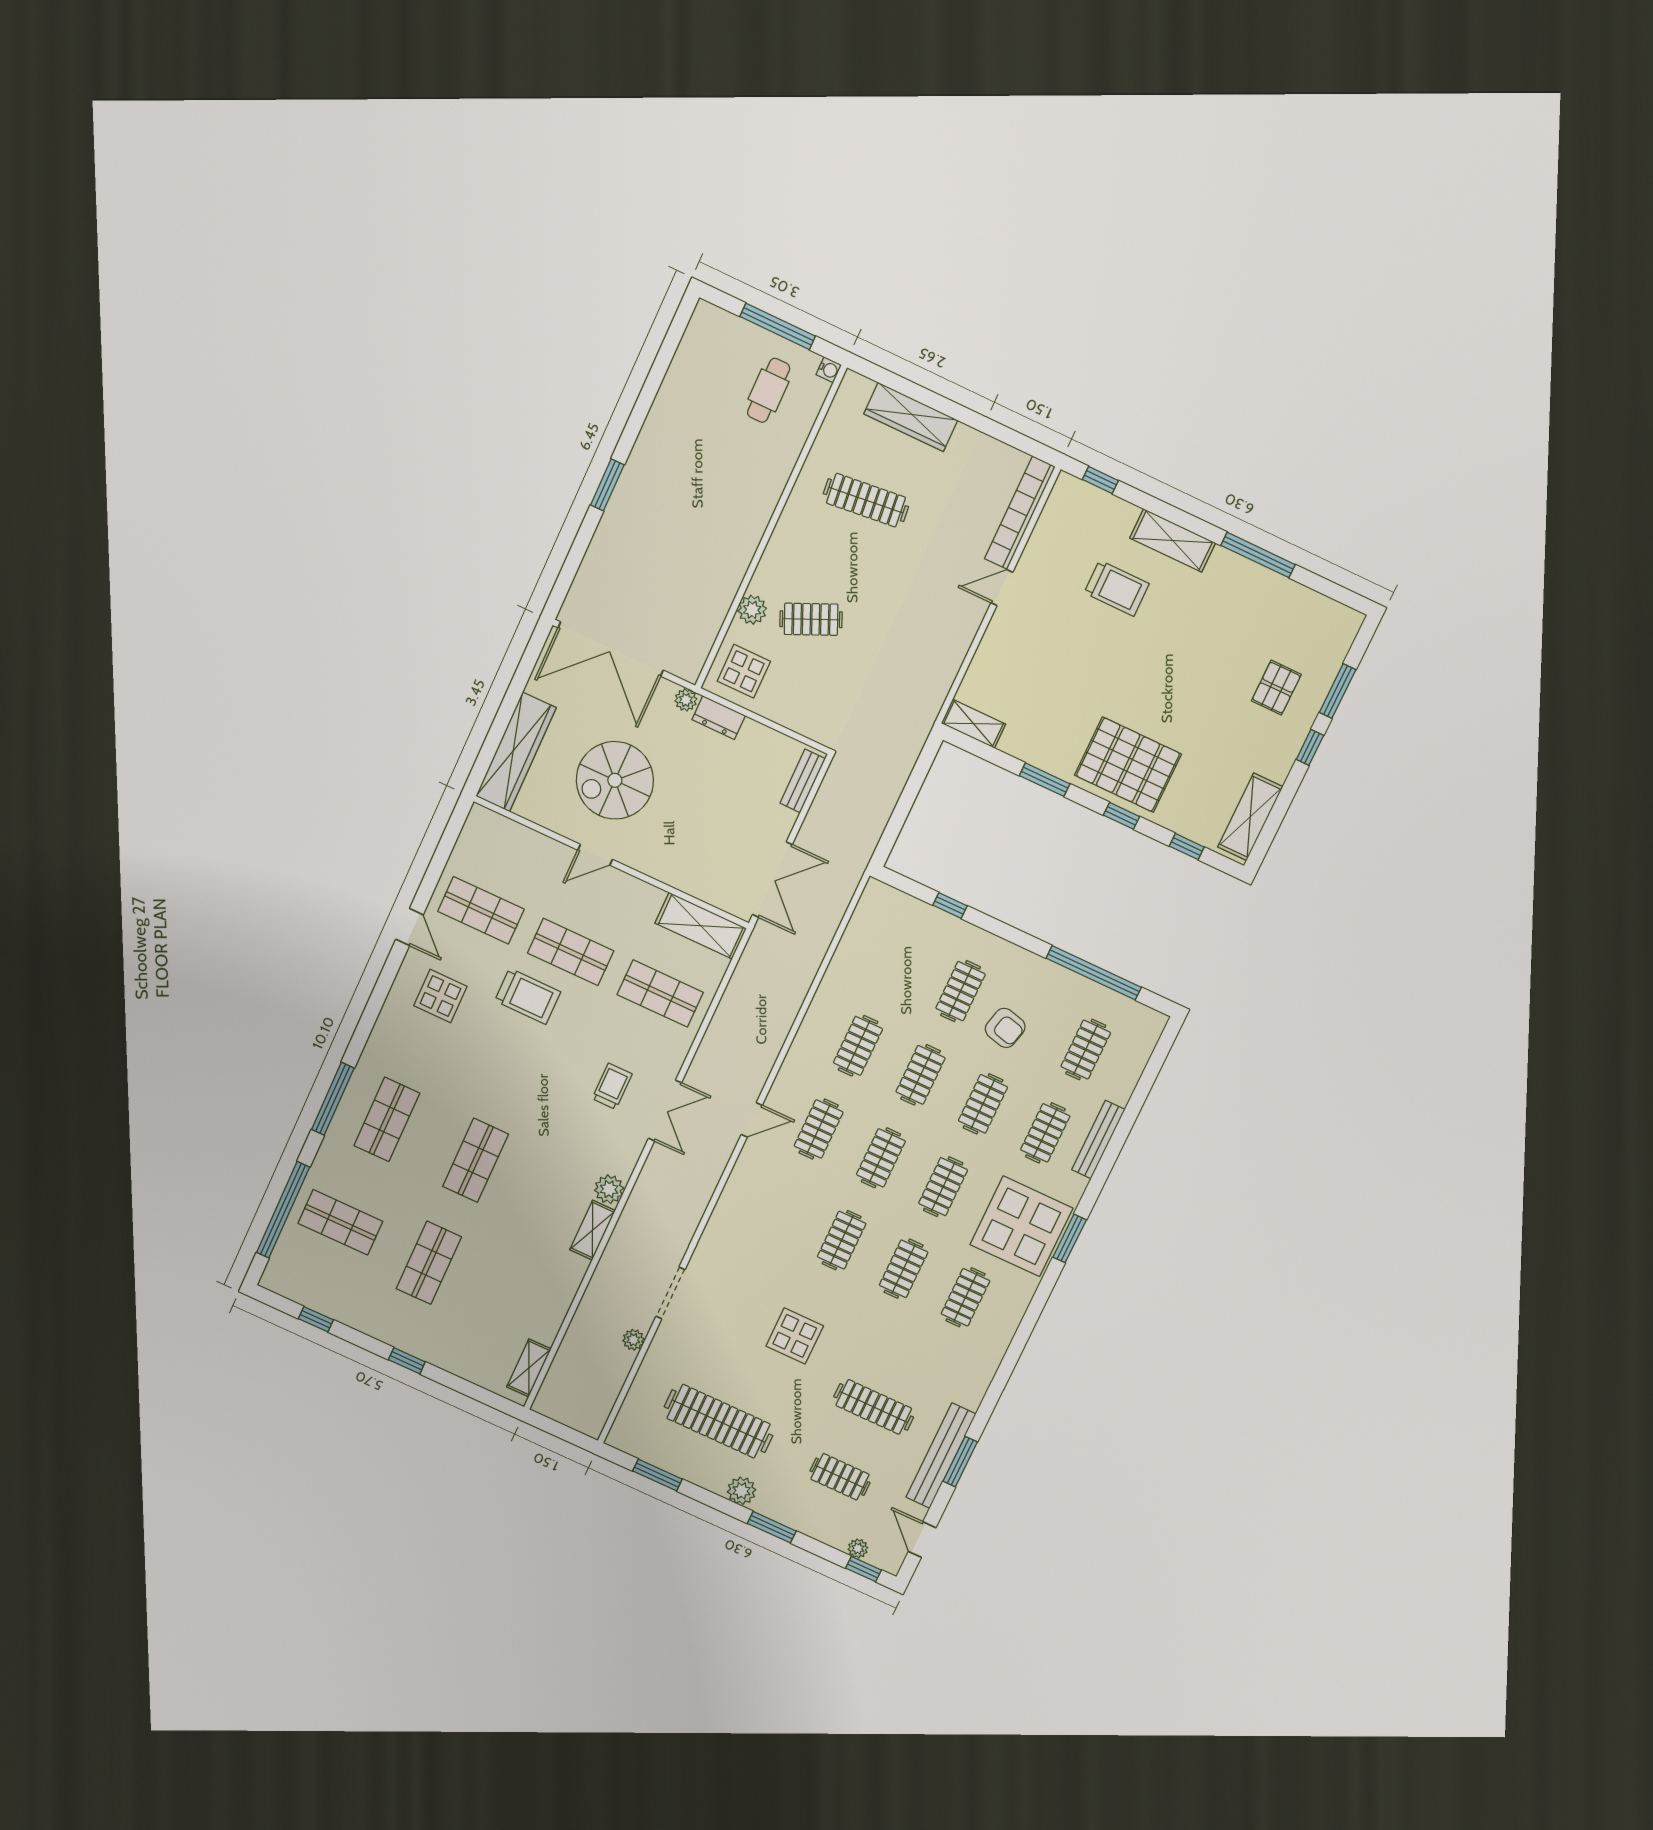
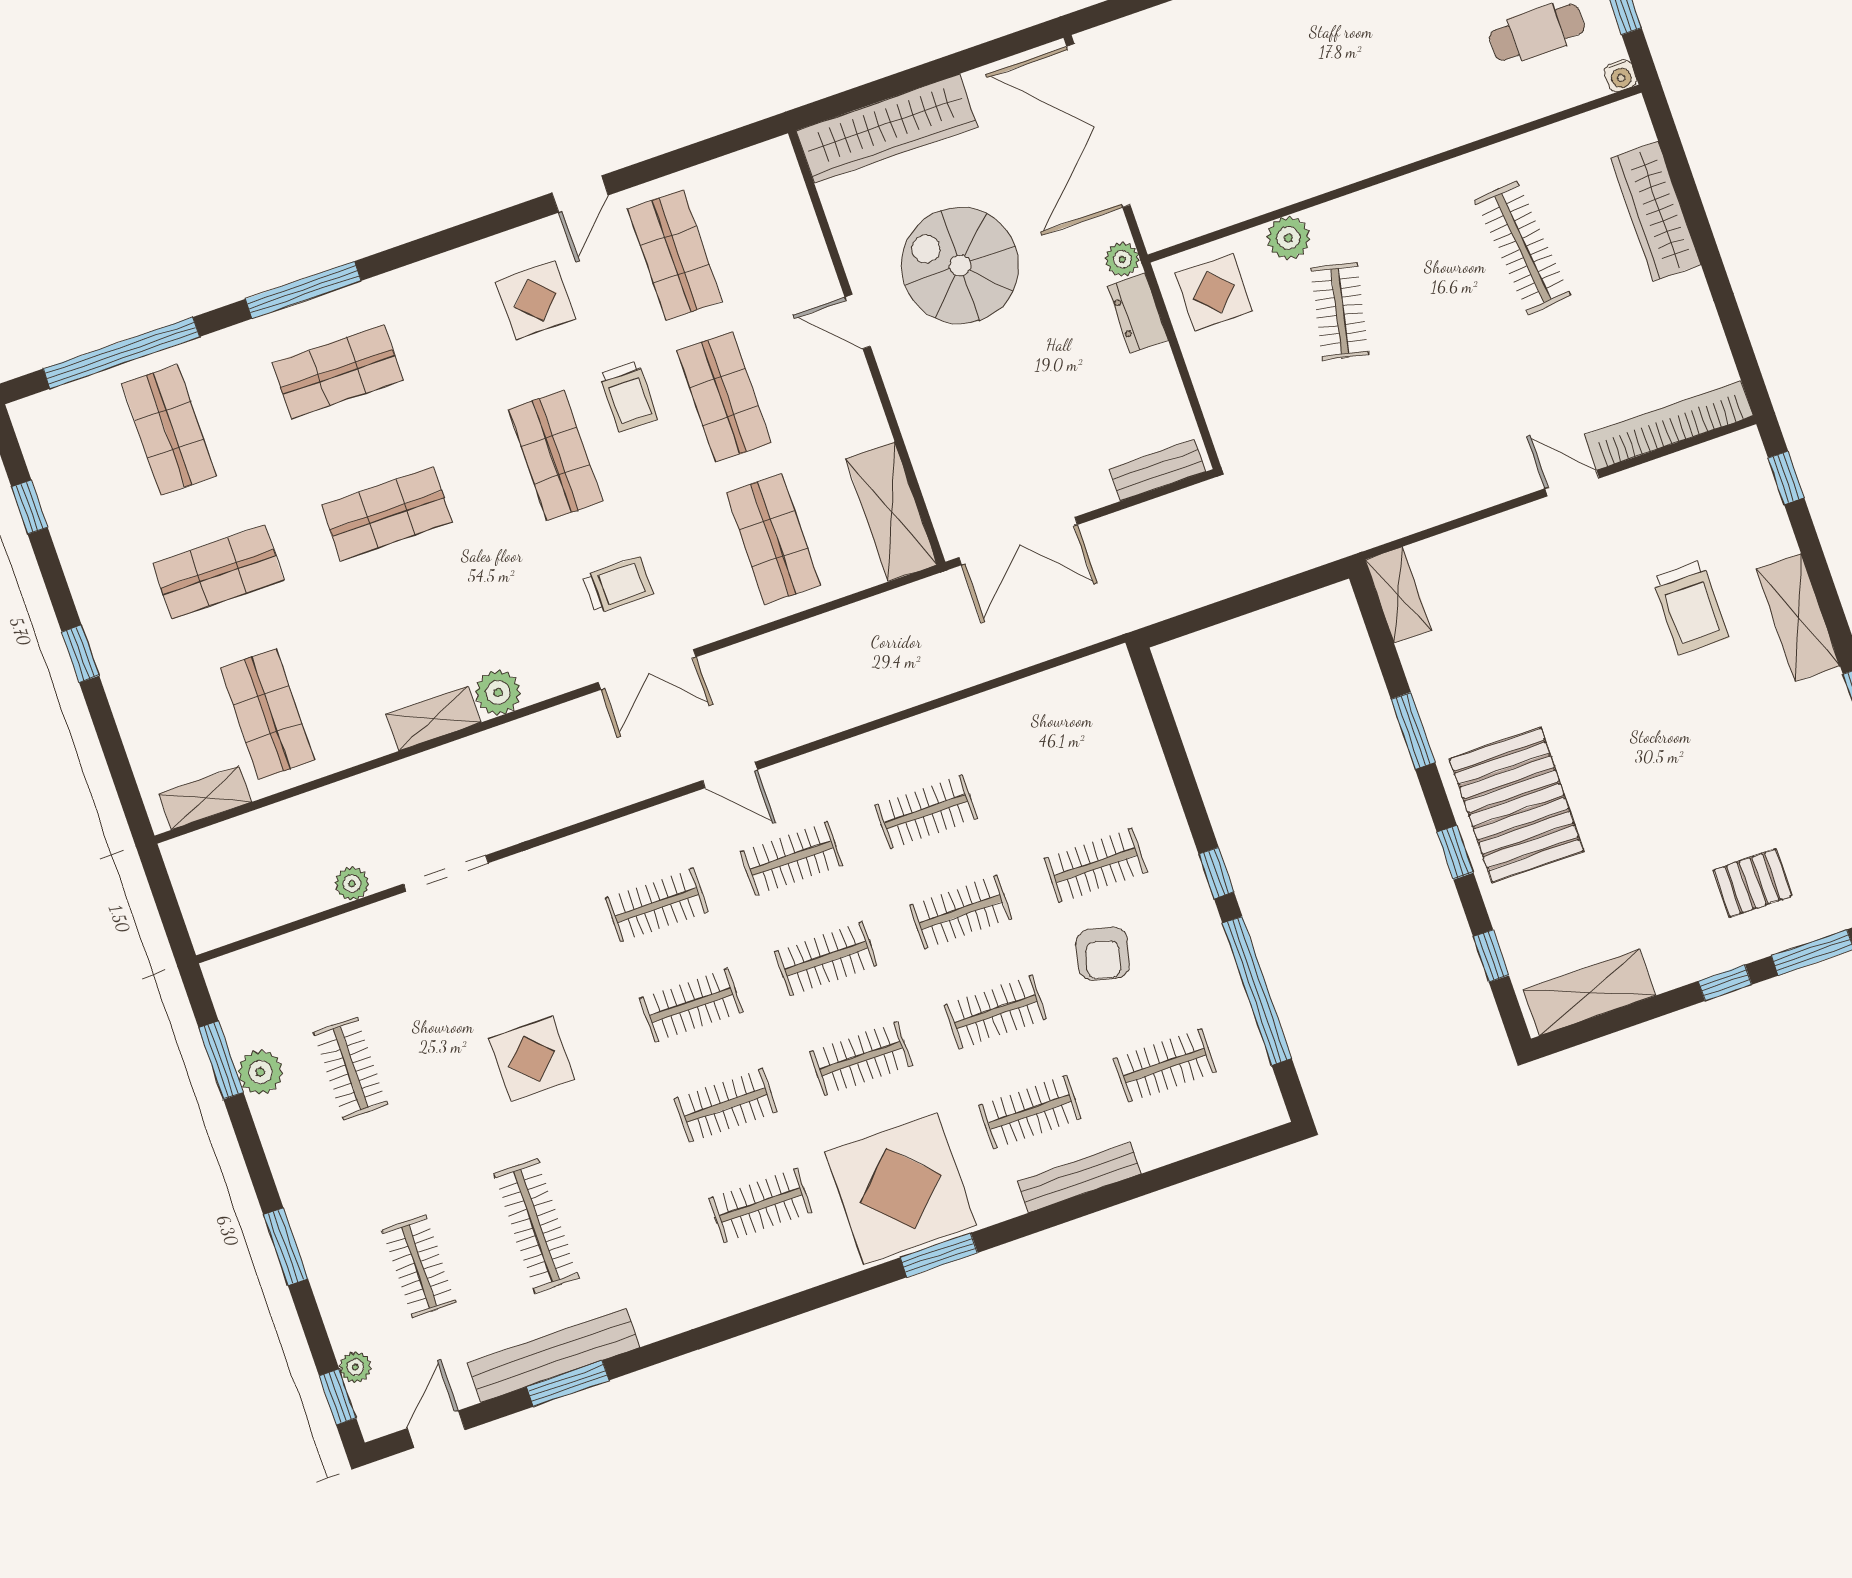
clothes rail: (811, 619) -> (1340, 311), turned 36
window: (950, 906) -> (1216, 873), moved
trolley: (528, 996) -> (628, 396), width x0.73, depth x0.72
shop shelf: (523, 1057) -> (555, 455), added
clothes rail: (780, 1212) -> (657, 905), added
shop shelf: (517, 1303) -> (268, 714), added
clothes rail: (719, 1421) -> (351, 1068), width x0.54, depth x0.76
plant: (742, 1491) -> (260, 1072), moved

